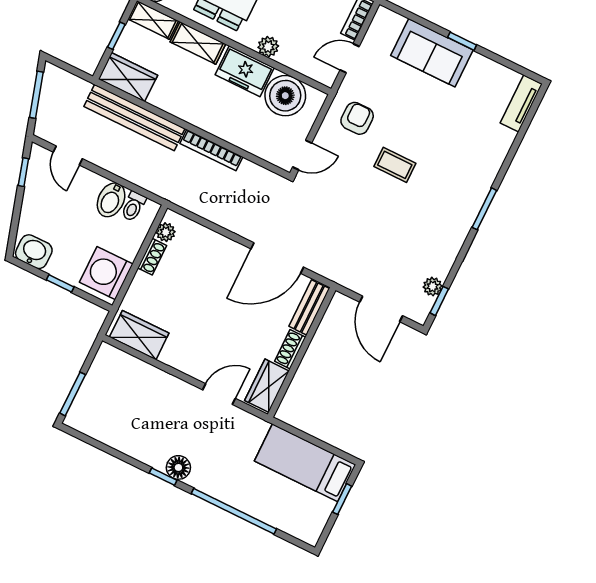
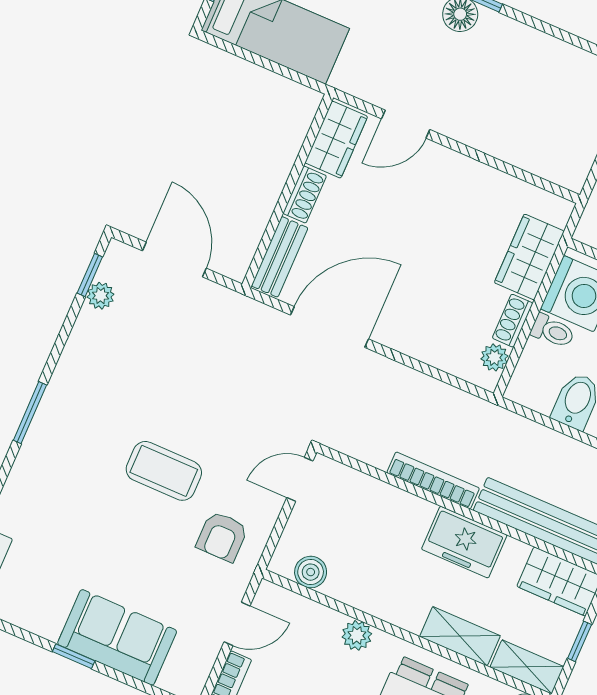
freezer: (245, 71) -> (464, 542), moved, turned 180
boiler: (285, 96) -> (311, 572), width x0.54, depth x0.54
coffee table: (395, 165) -> (164, 471), width x1.36, depth x1.30
toilet: (133, 206) -> (553, 331), moved, turned 90
wardrobe: (139, 335) -> (529, 257), moved, turned 90

